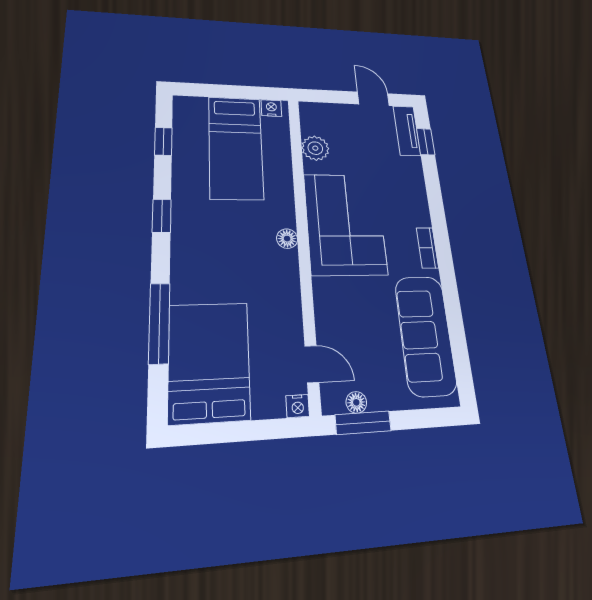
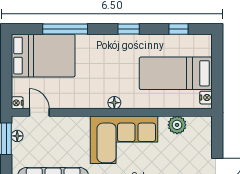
door: (312, 364) -> (39, 112), swing flipped

